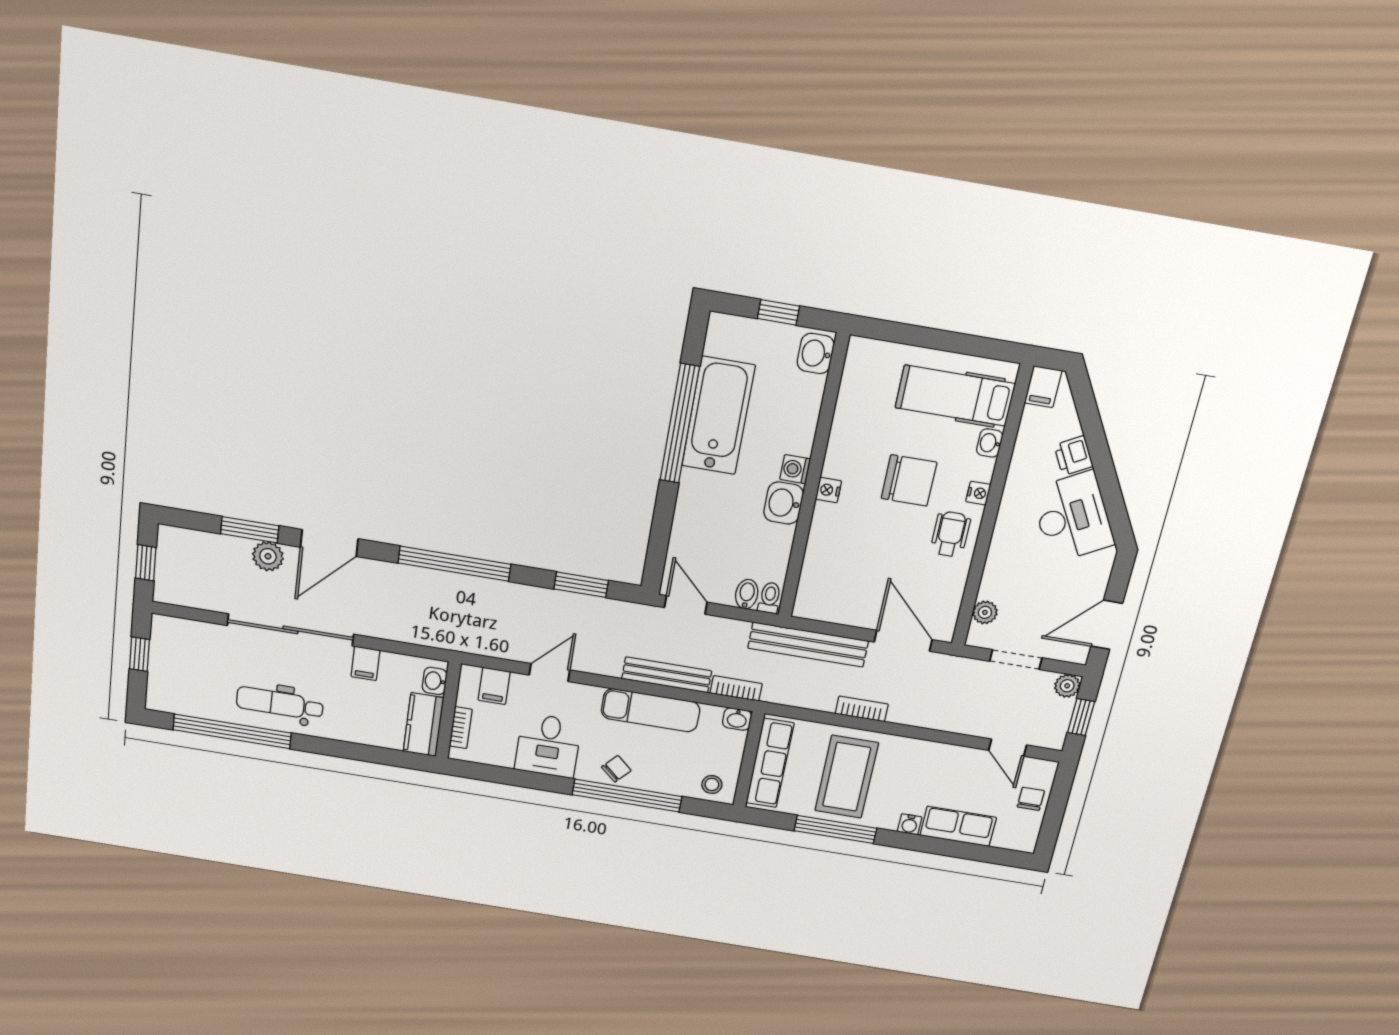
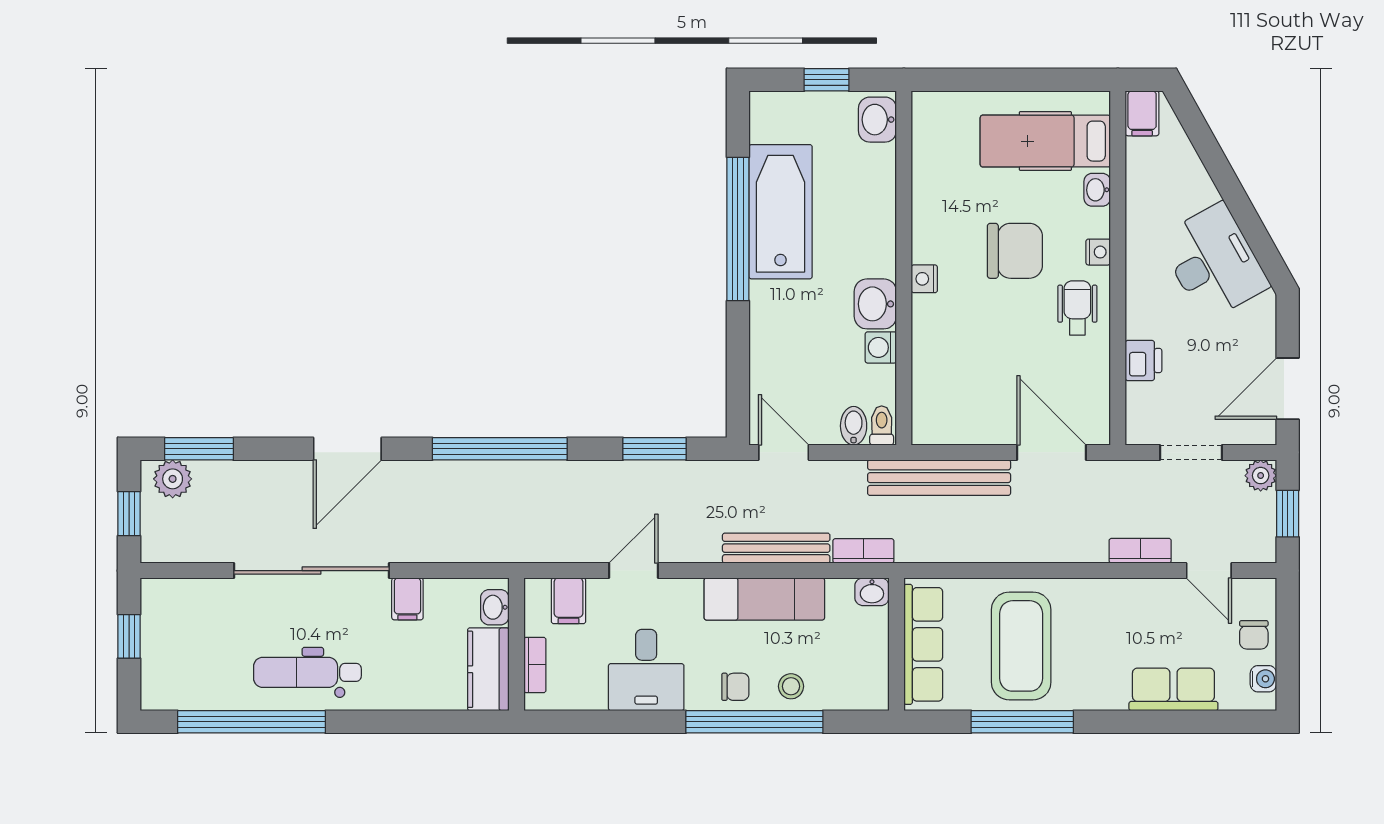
printer: (1073, 456) -> (1143, 361), moved, turned -151
washing machine: (795, 469) -> (881, 347), moved
window: (250, 530) -> (199, 449), moved
plant: (268, 556) -> (173, 479), moved
plant: (985, 612) -> (1140, 399), removed
bookcase: (862, 709) -> (1140, 551), moved
chair: (616, 769) -> (735, 687), turned 48
stool: (712, 784) -> (791, 686), moved
chair: (1031, 799) -> (1254, 635), turned 180
water cooler: (910, 824) -> (1263, 679), moved, turned -90

